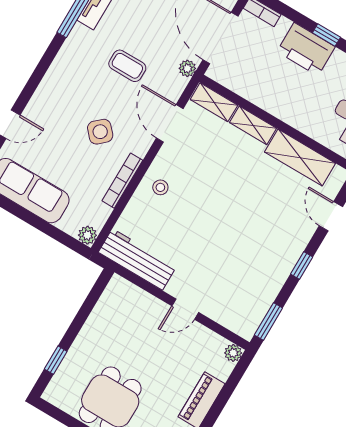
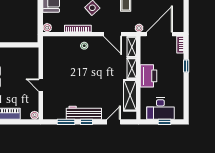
window: (326, 35) -> (186, 66), moved
printer: (306, 49) -> (149, 76), moved, turned 180
door: (170, 123) -> (112, 34), swing flipped
workbench: (137, 259) -> (84, 113), moved, turned -90
window: (268, 321) -> (66, 122), moved

